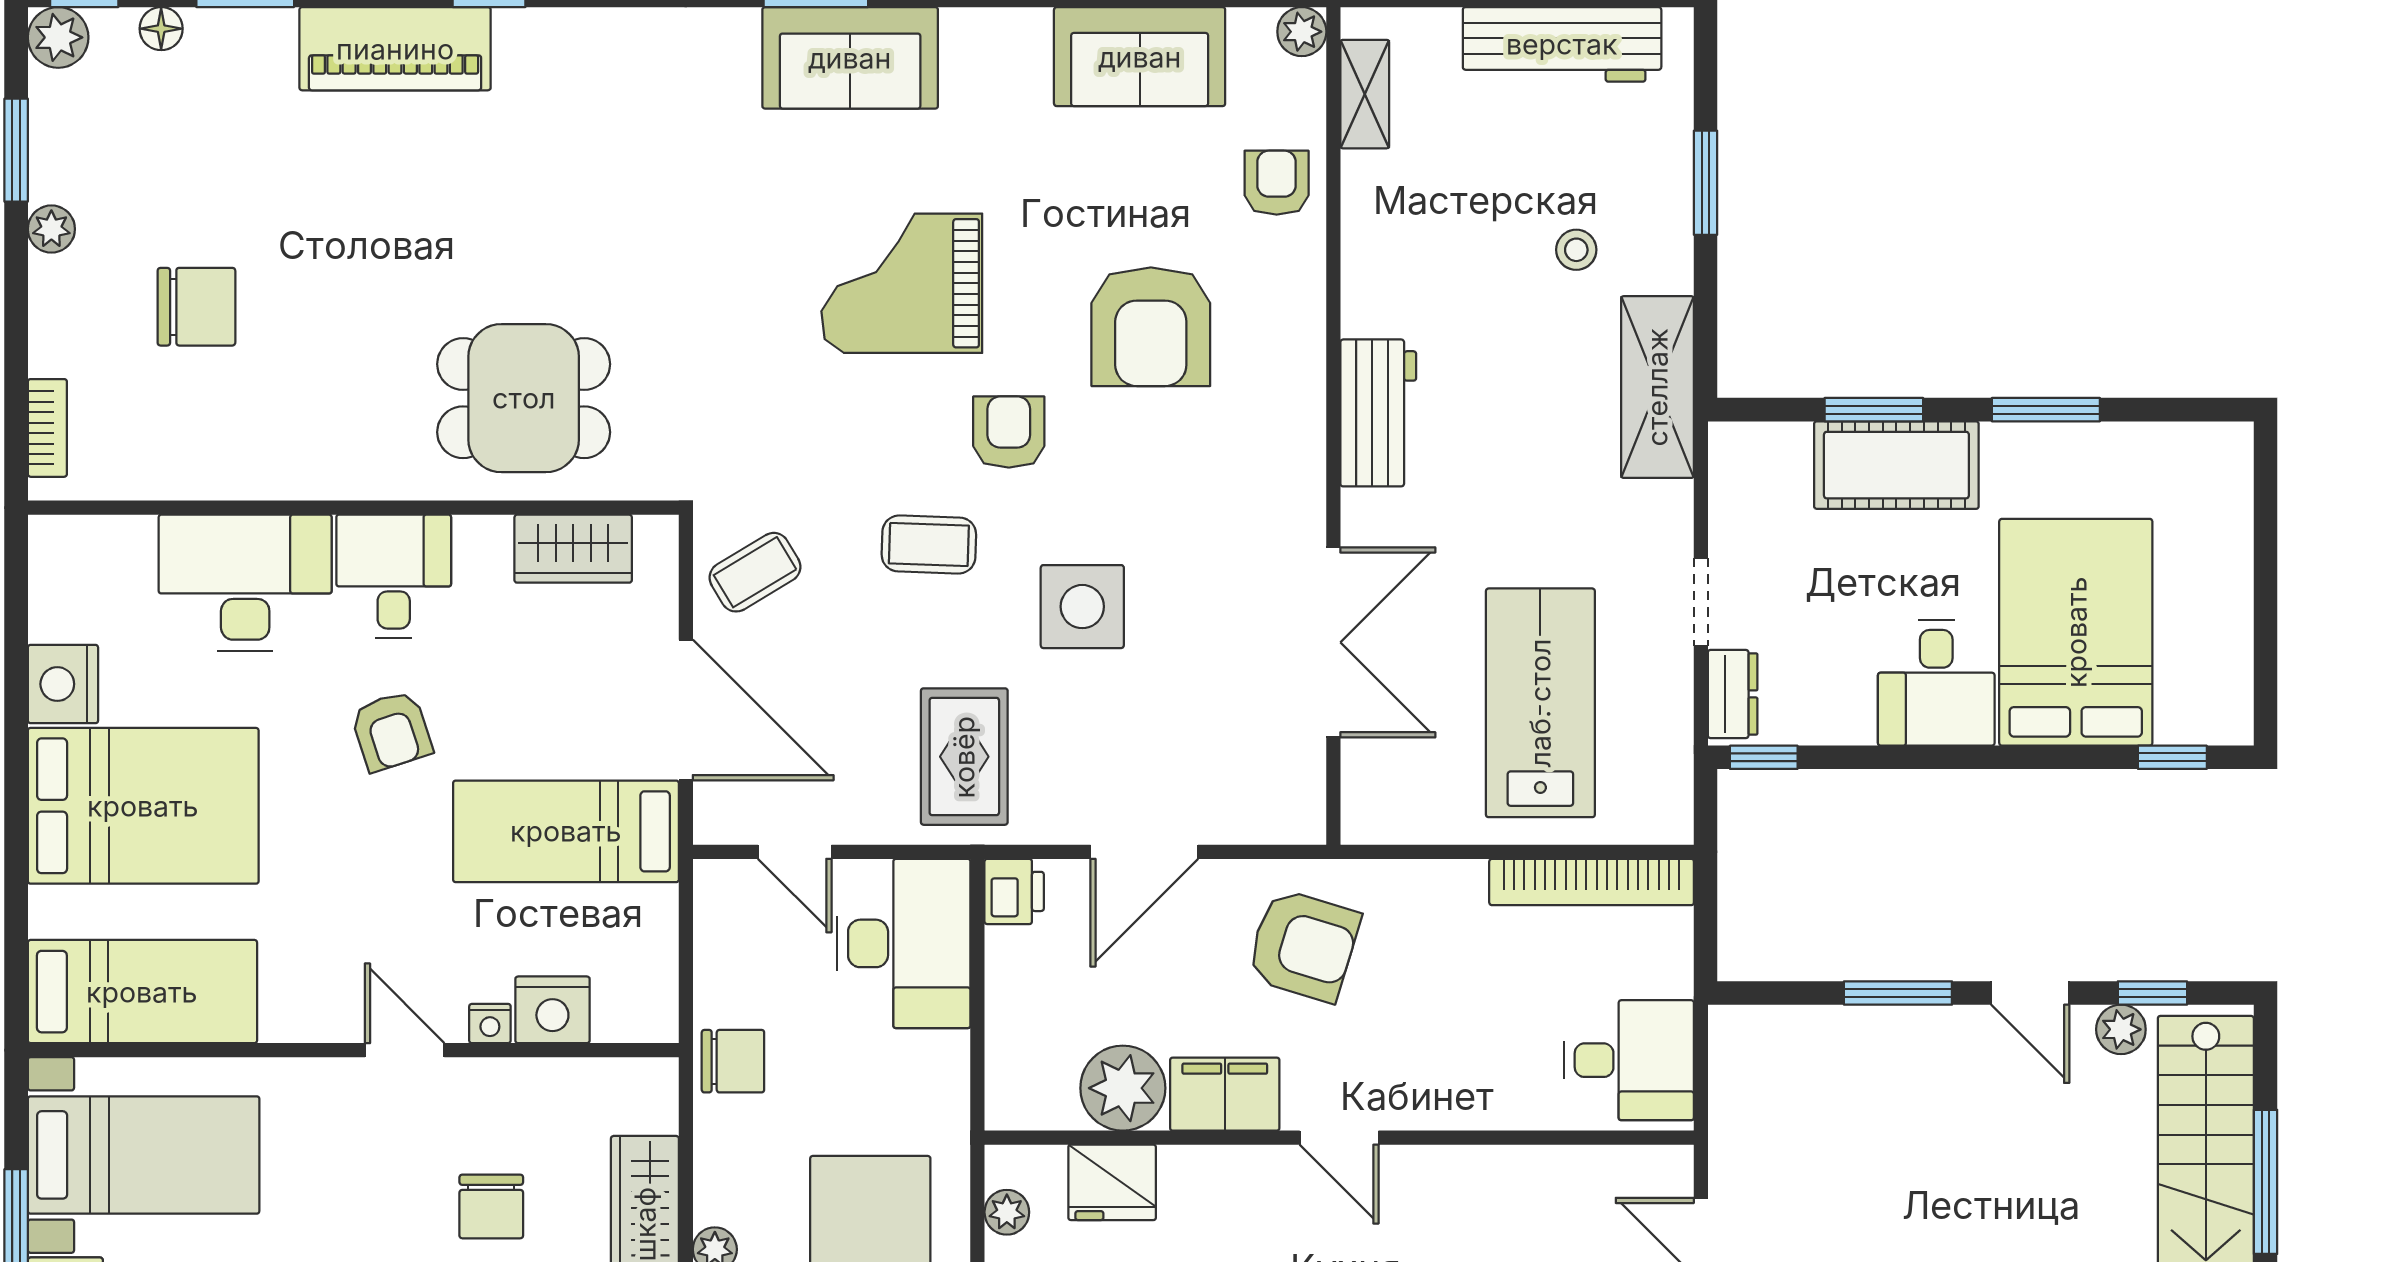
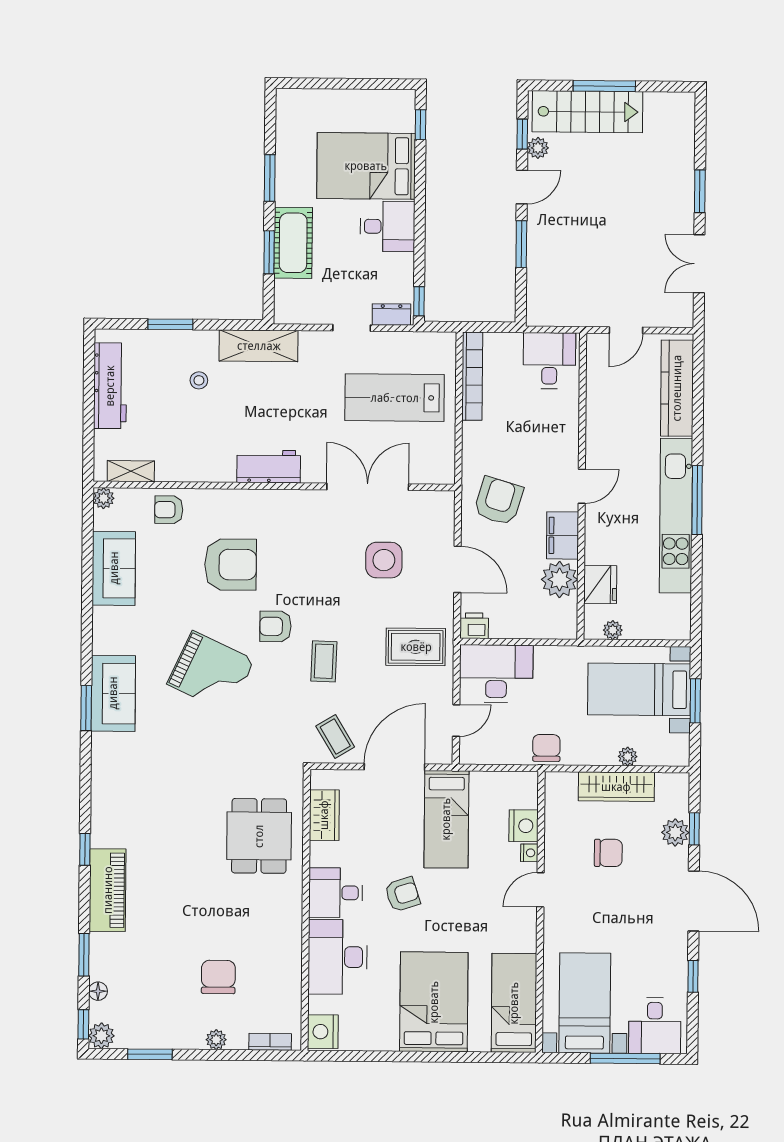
plant: (51, 229) -> (216, 1040), moved
grand piano: (902, 283) -> (211, 672), turned -65
side table: (1082, 607) -> (384, 560), moved
nightstand: (63, 684) -> (323, 1032), moved, turned 90

